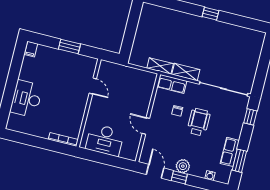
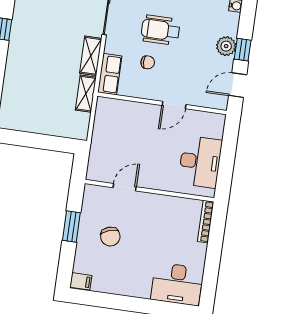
chair: (60, 73) -> (110, 237), added
desk: (26, 99) -> (177, 284), moved

